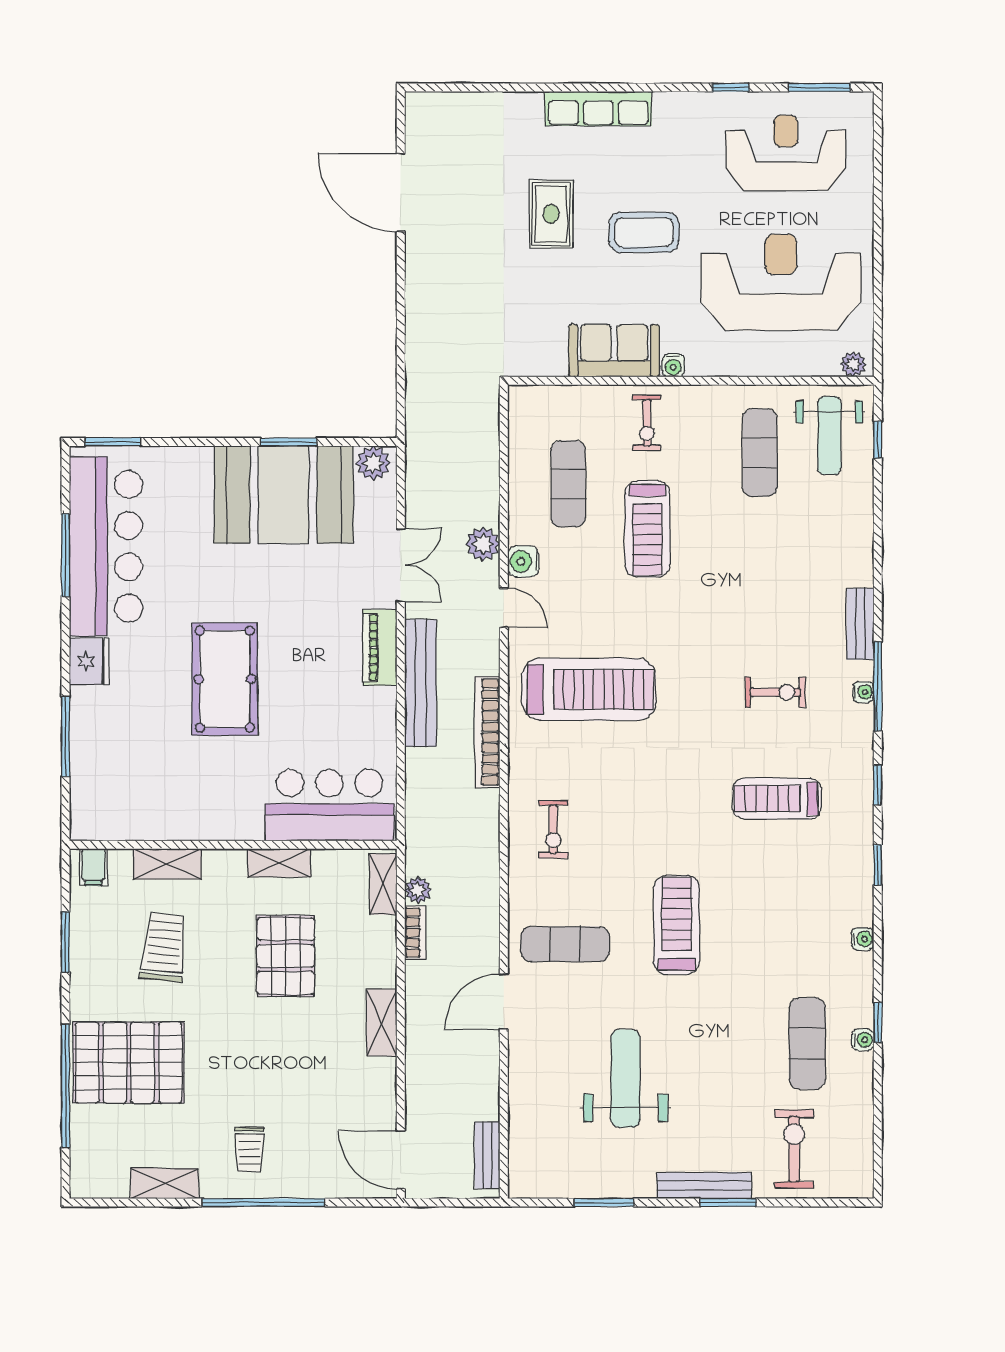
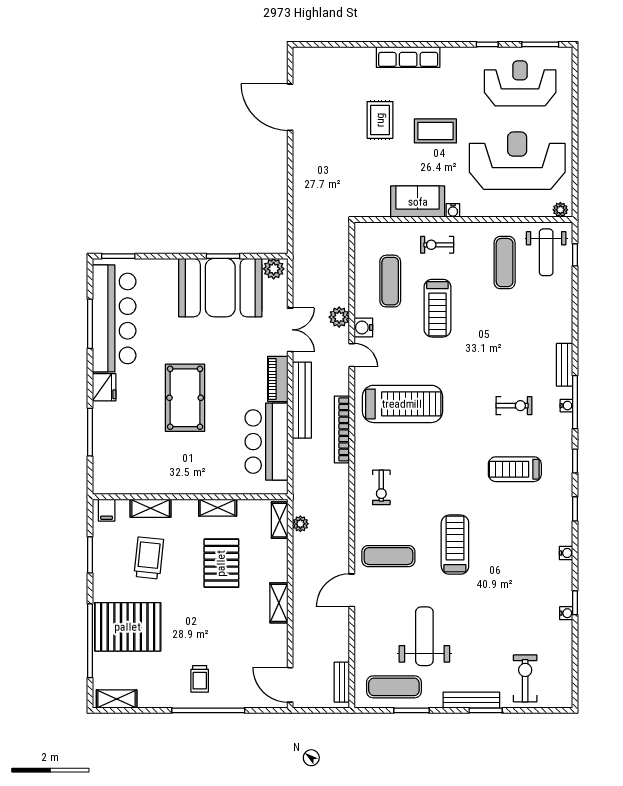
exercise bike: (647, 423) -> (437, 245), turned 90
bar counter: (329, 805) -> (266, 442), moved, turned -90
bookcase: (415, 933) -> (299, 549), removed
exercise mat: (807, 1043) -> (394, 687), moved, turned 90
shelving: (164, 1183) -> (117, 699), moved

